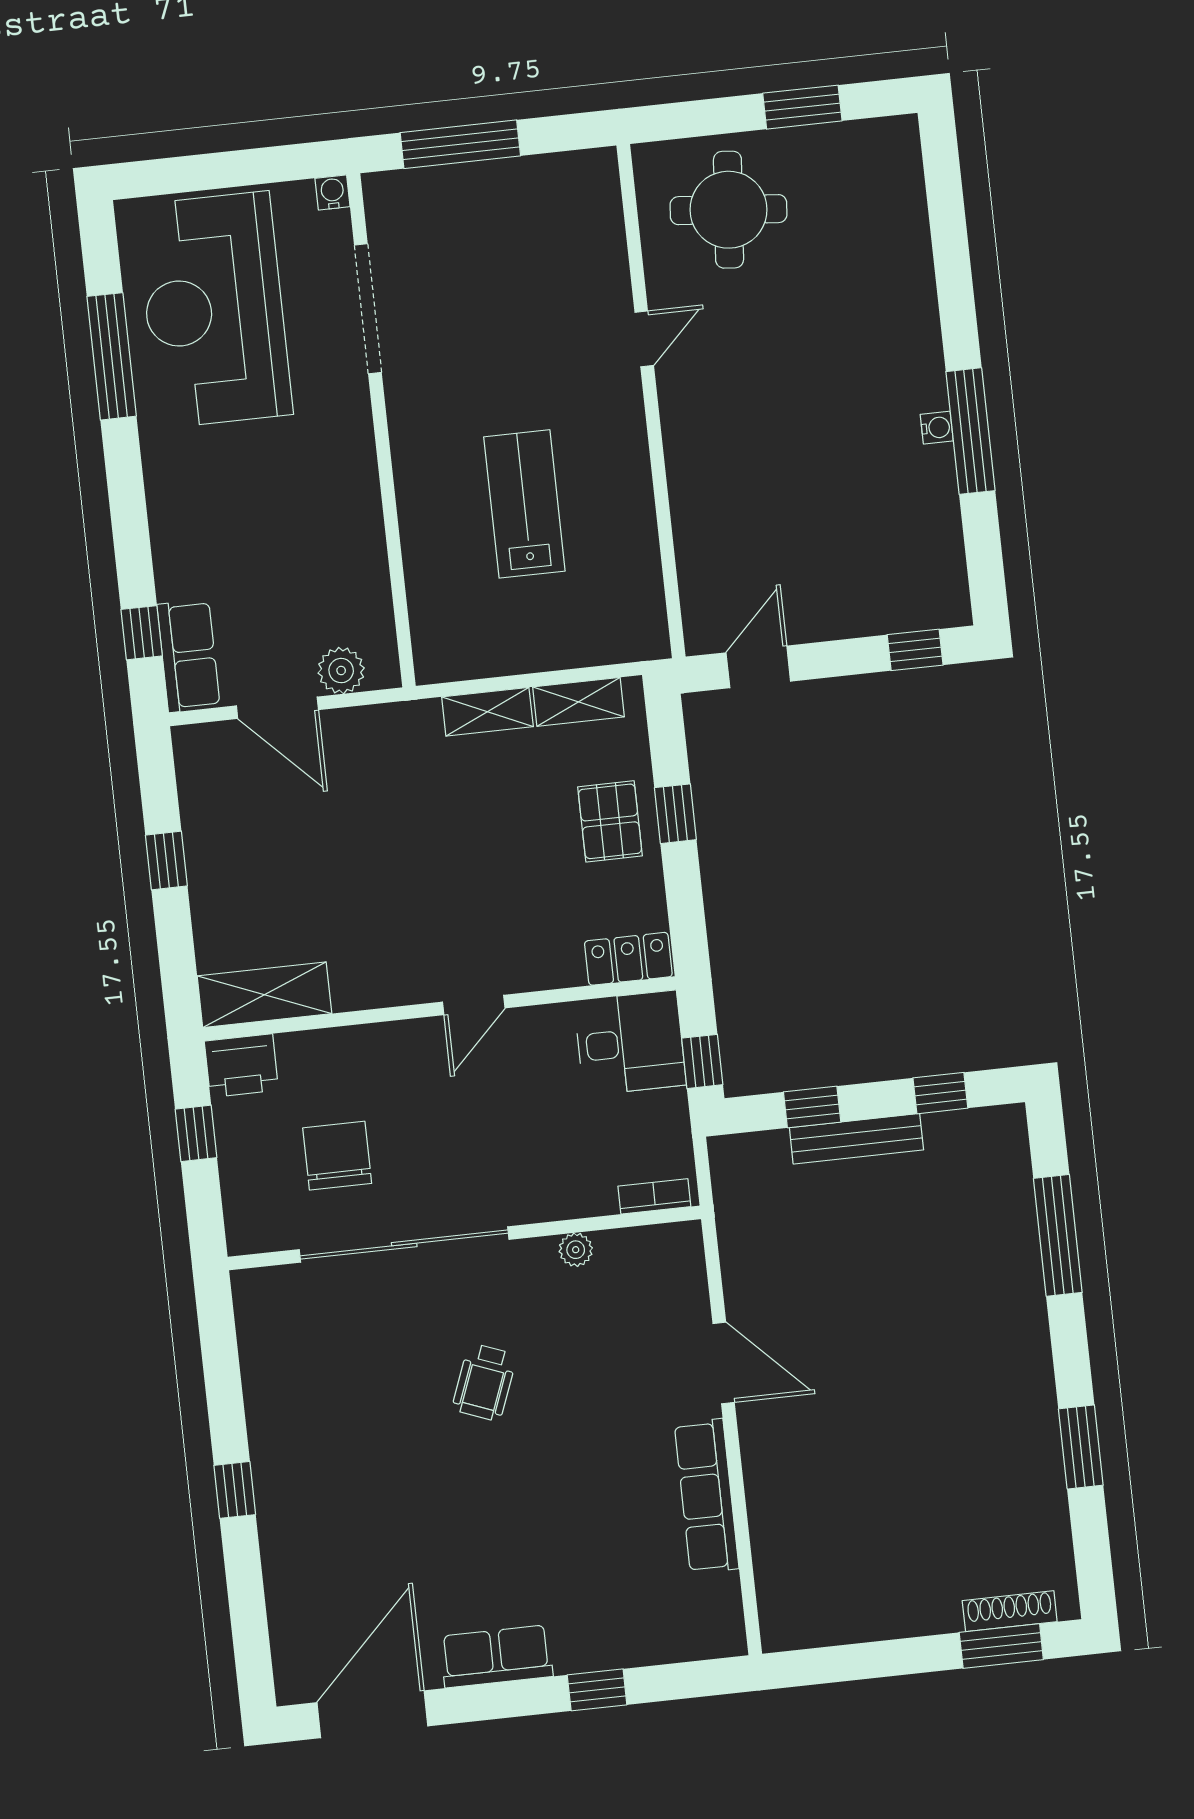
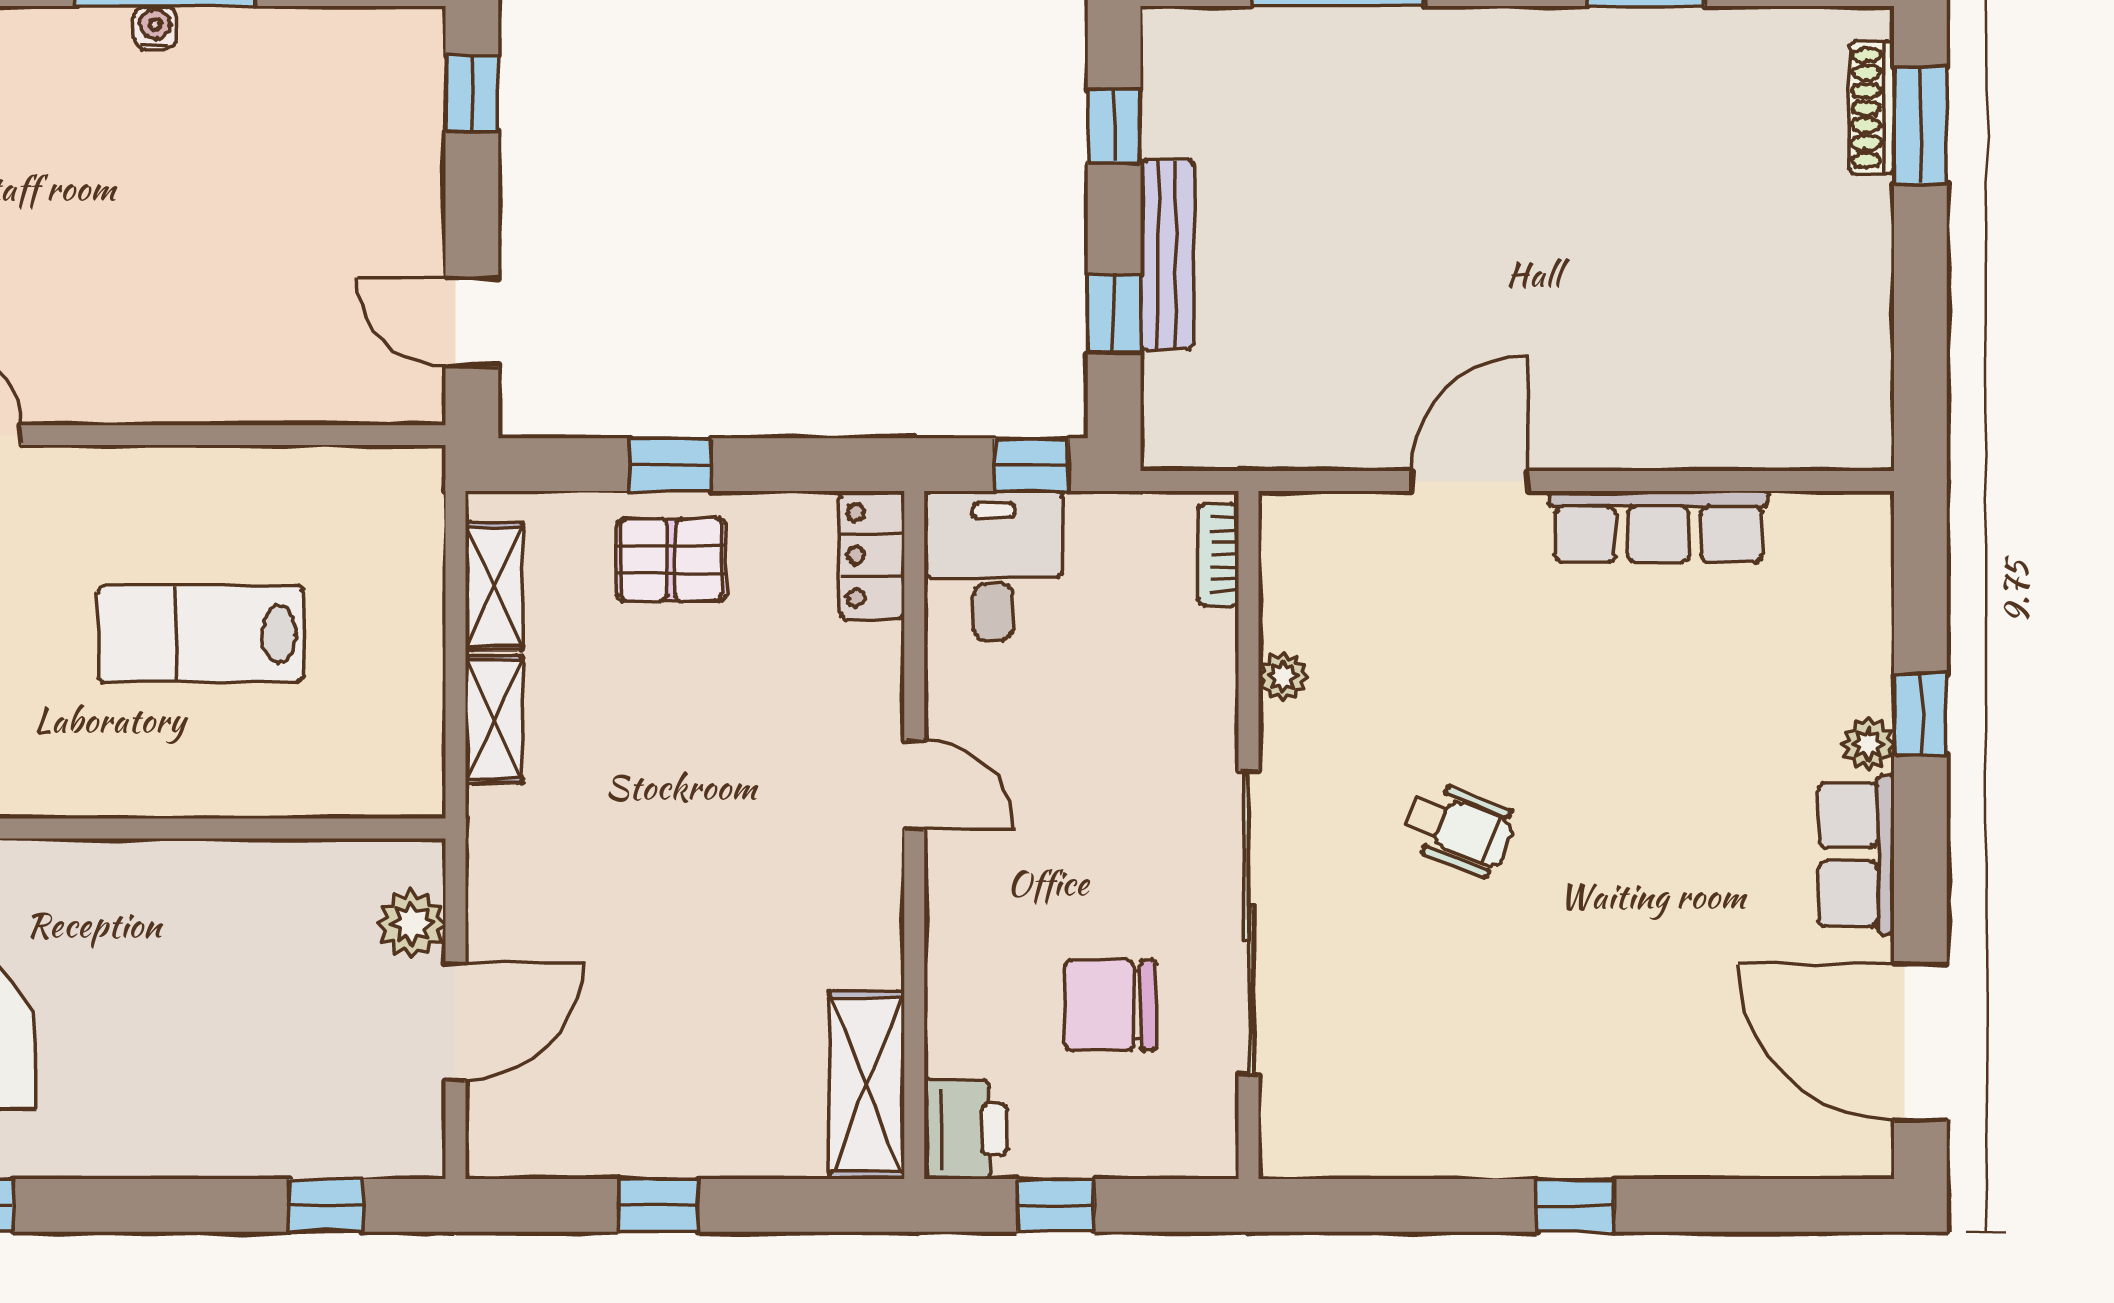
row of seats: (189, 656) -> (367, 1141), removed
plant: (573, 1656) -> (1868, 744), added

